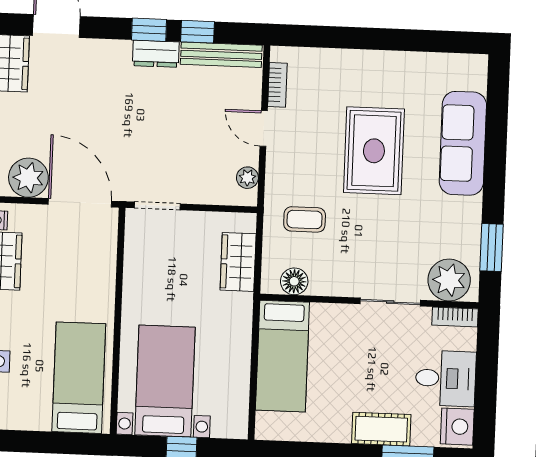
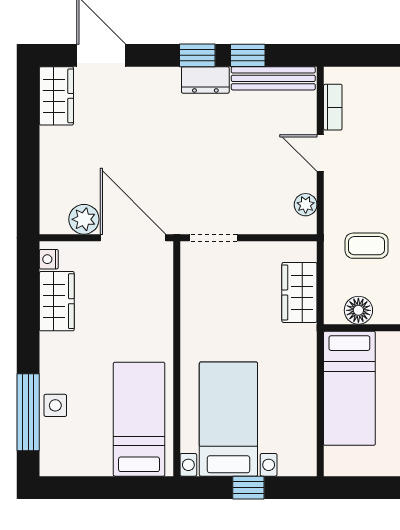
plant: (28, 178) -> (84, 219), width x0.73, depth x0.73

